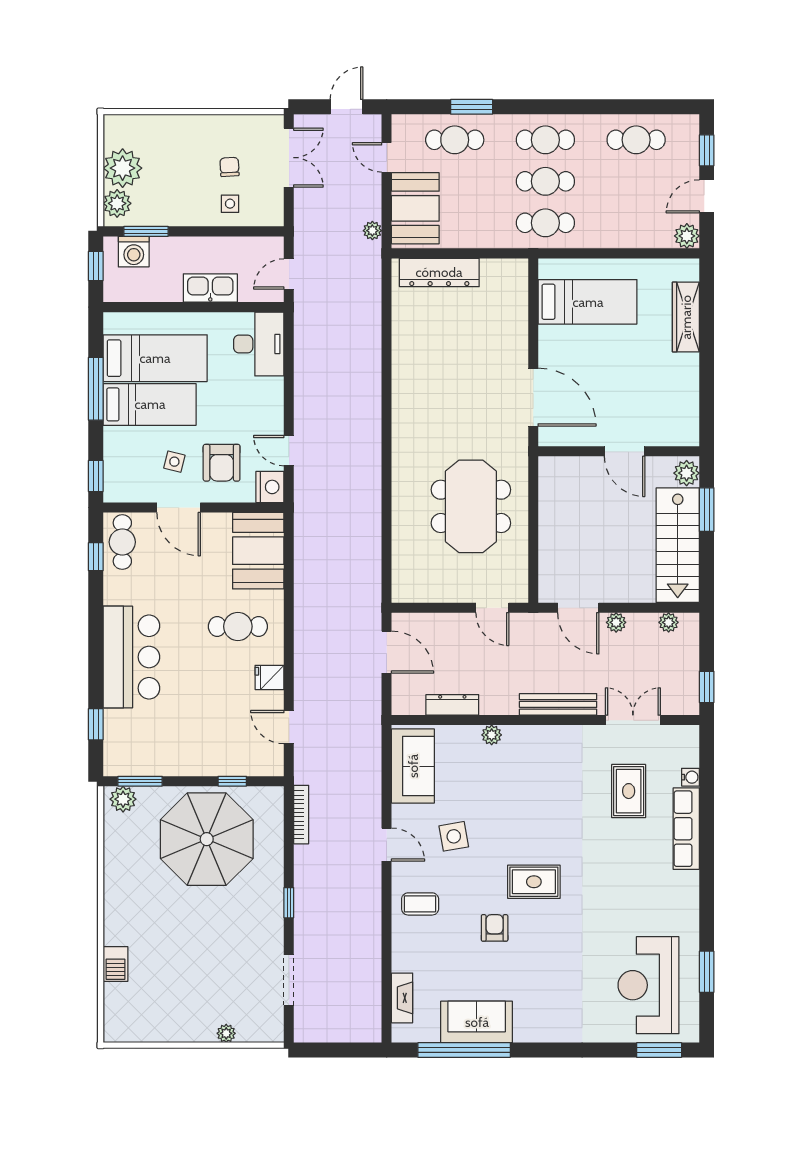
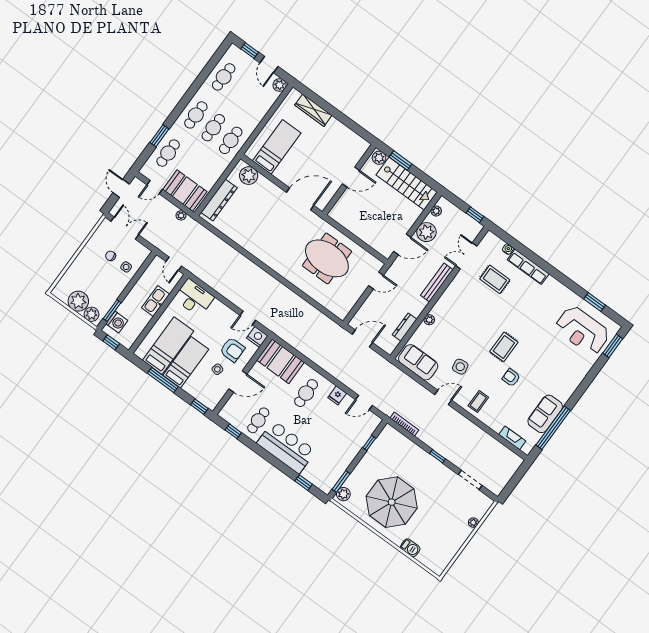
plant: (511, 291) -> (249, 176), added
cafe table: (122, 542) -> (258, 420), moved, turned 90
plant: (616, 622) -> (426, 232), width x1.87, depth x1.87
parasol: (207, 839) -> (392, 502), moved

